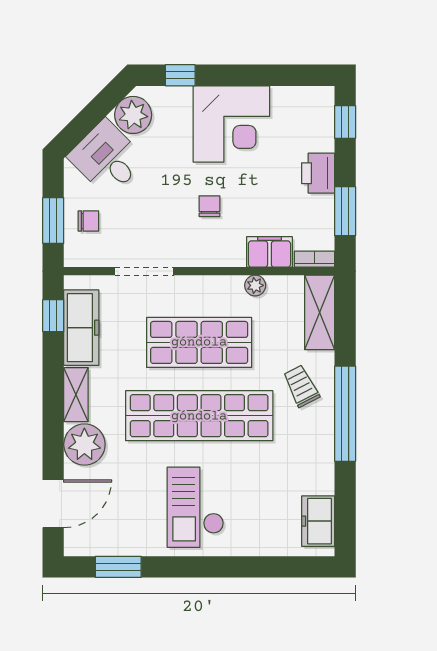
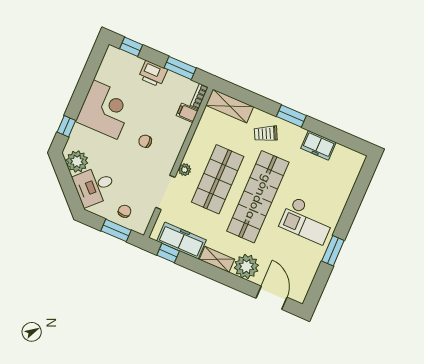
filing cabinet: (269, 252) -> (187, 113), width x0.50
plant: (255, 285) -> (185, 170), moved
window: (345, 414) -> (291, 116), width x0.47
freezer: (318, 521) -> (318, 145), moved
window: (118, 567) -> (333, 251), moved

